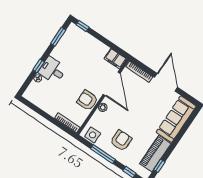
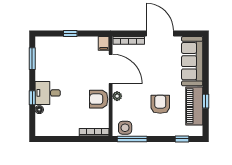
window: (83, 26) -> (70, 34), moved
filing cabinet: (115, 59) -> (104, 43), width x0.50
armchair: (121, 141) -> (160, 104), moved
window: (103, 154) -> (132, 139), moved
window: (159, 166) -> (206, 101), moved

